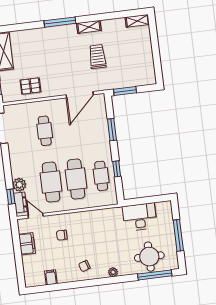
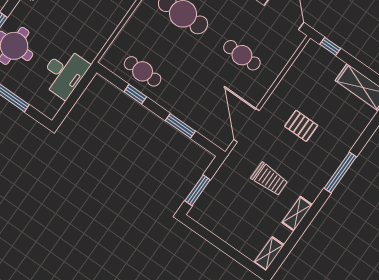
shelving: (89, 27) -> (297, 214), moved
pallet: (30, 86) -> (301, 126), moved, turned 90
window: (125, 91) -> (198, 190), moved
cafe table: (76, 179) -> (163, 43), removed

